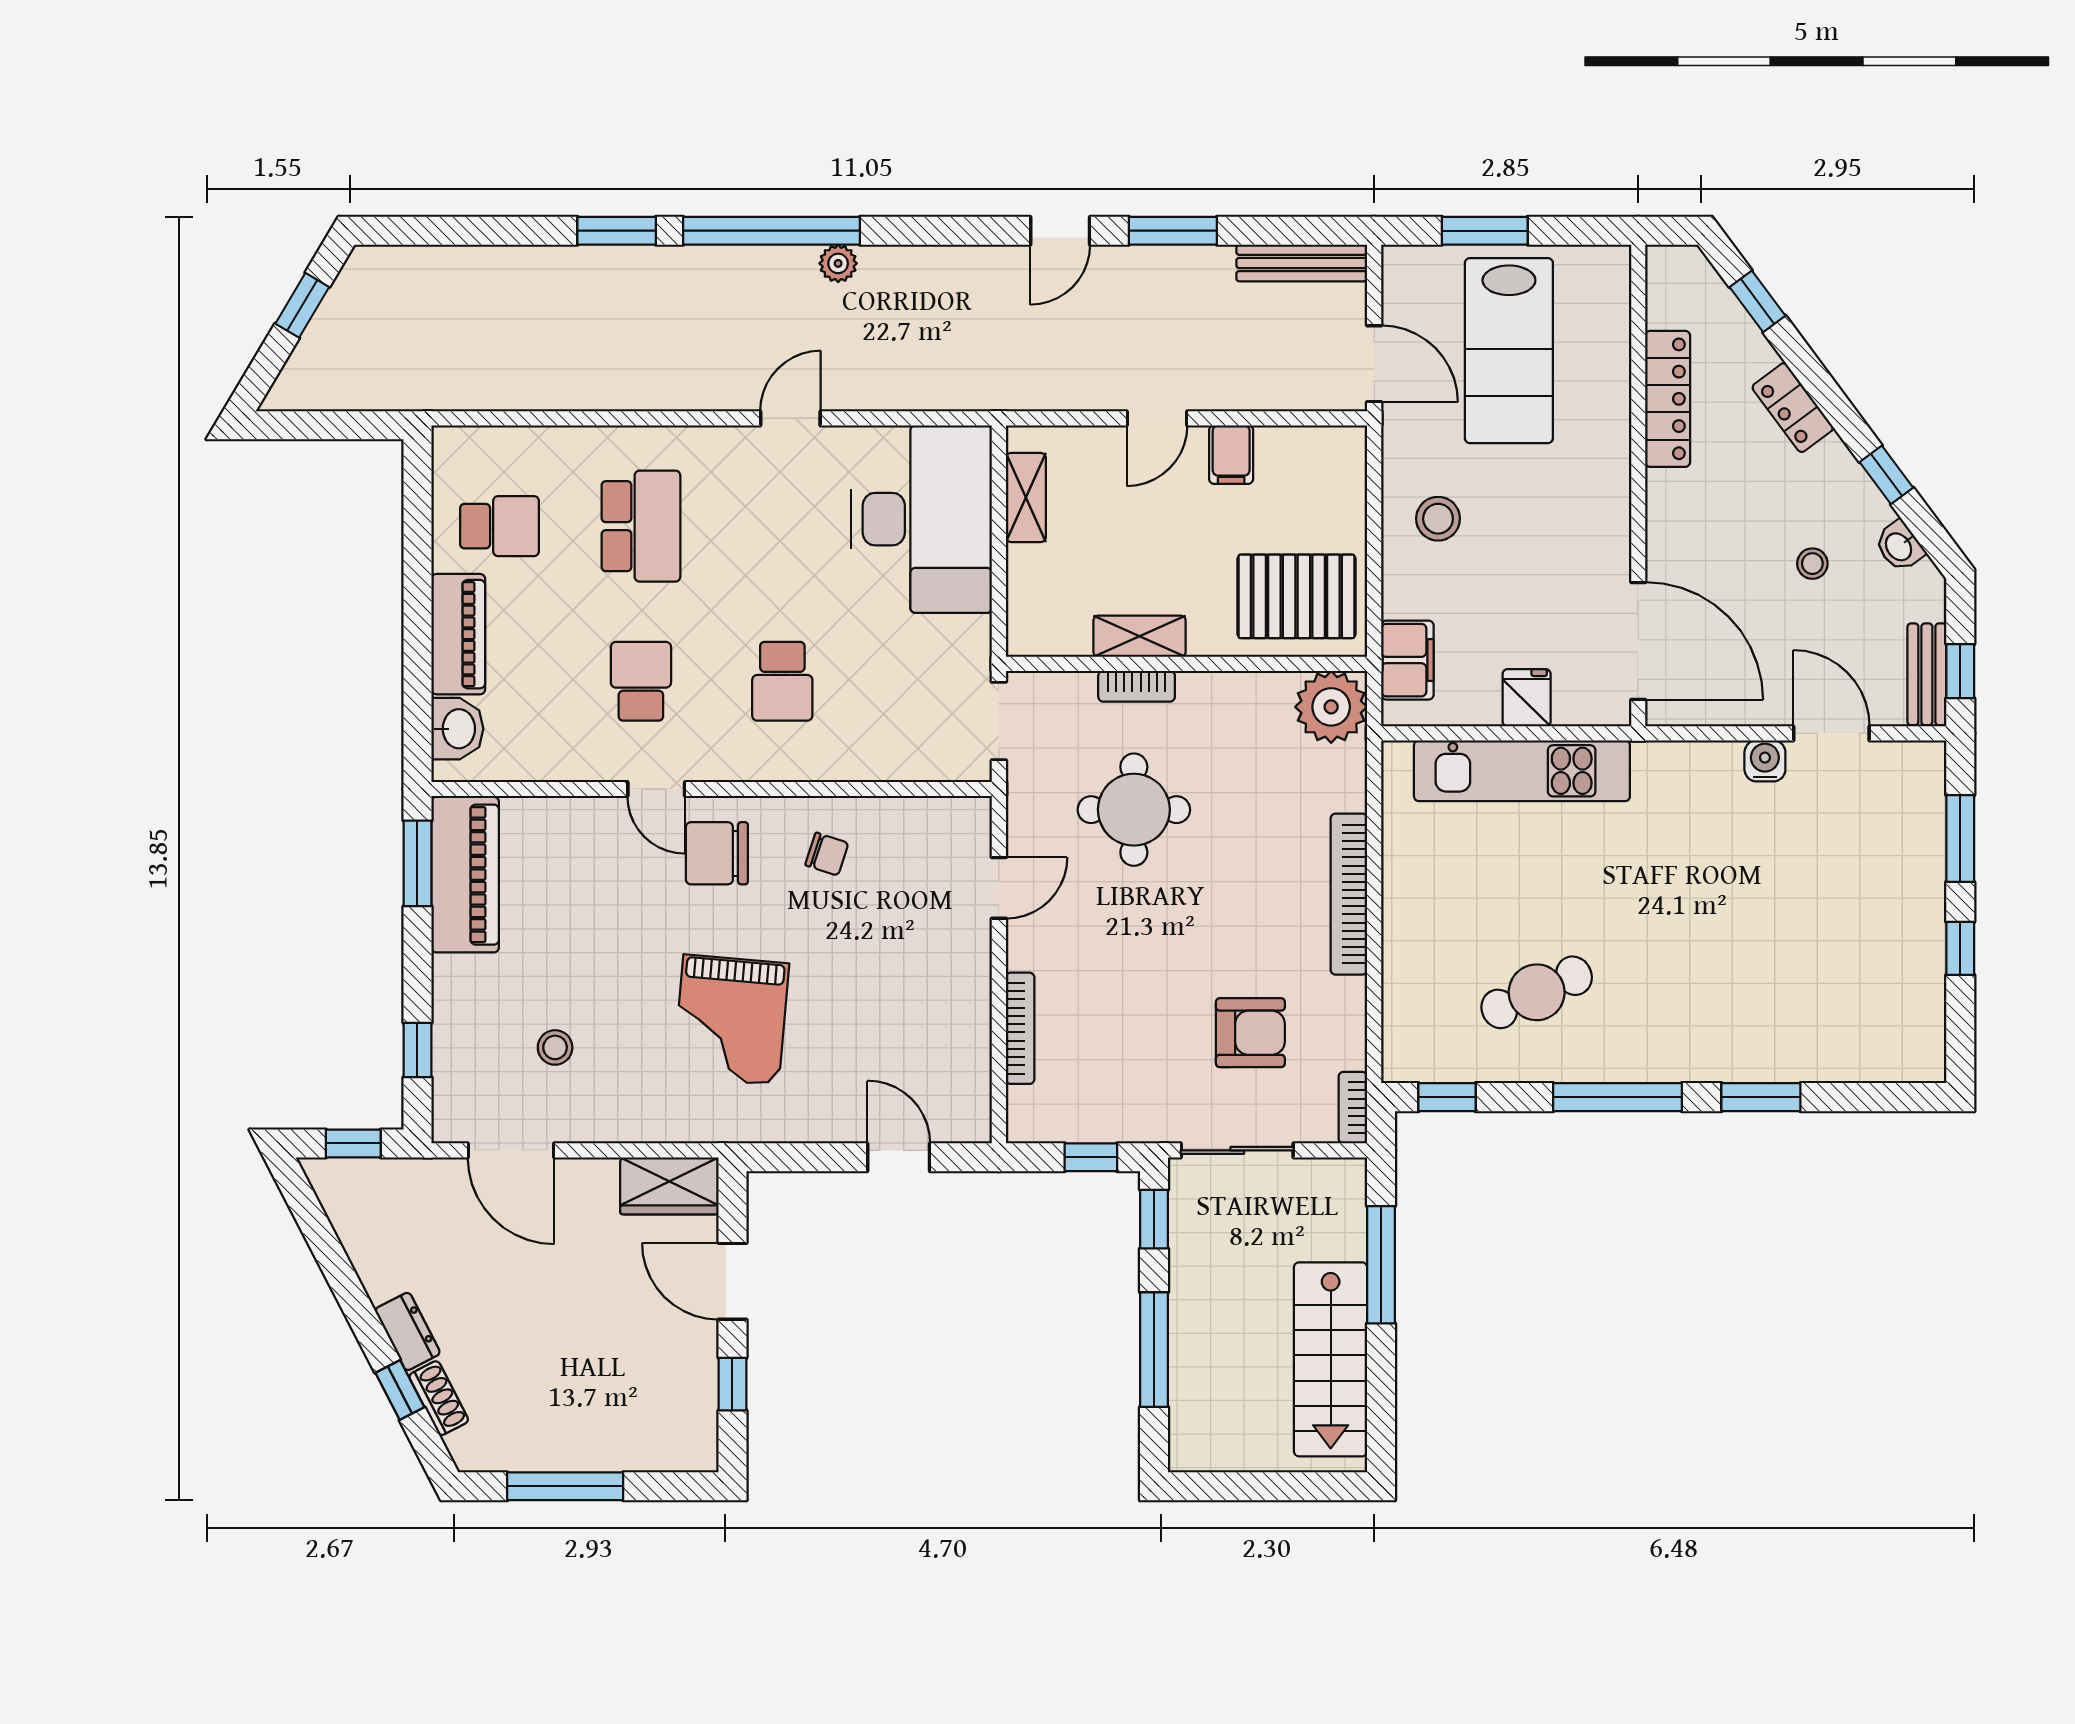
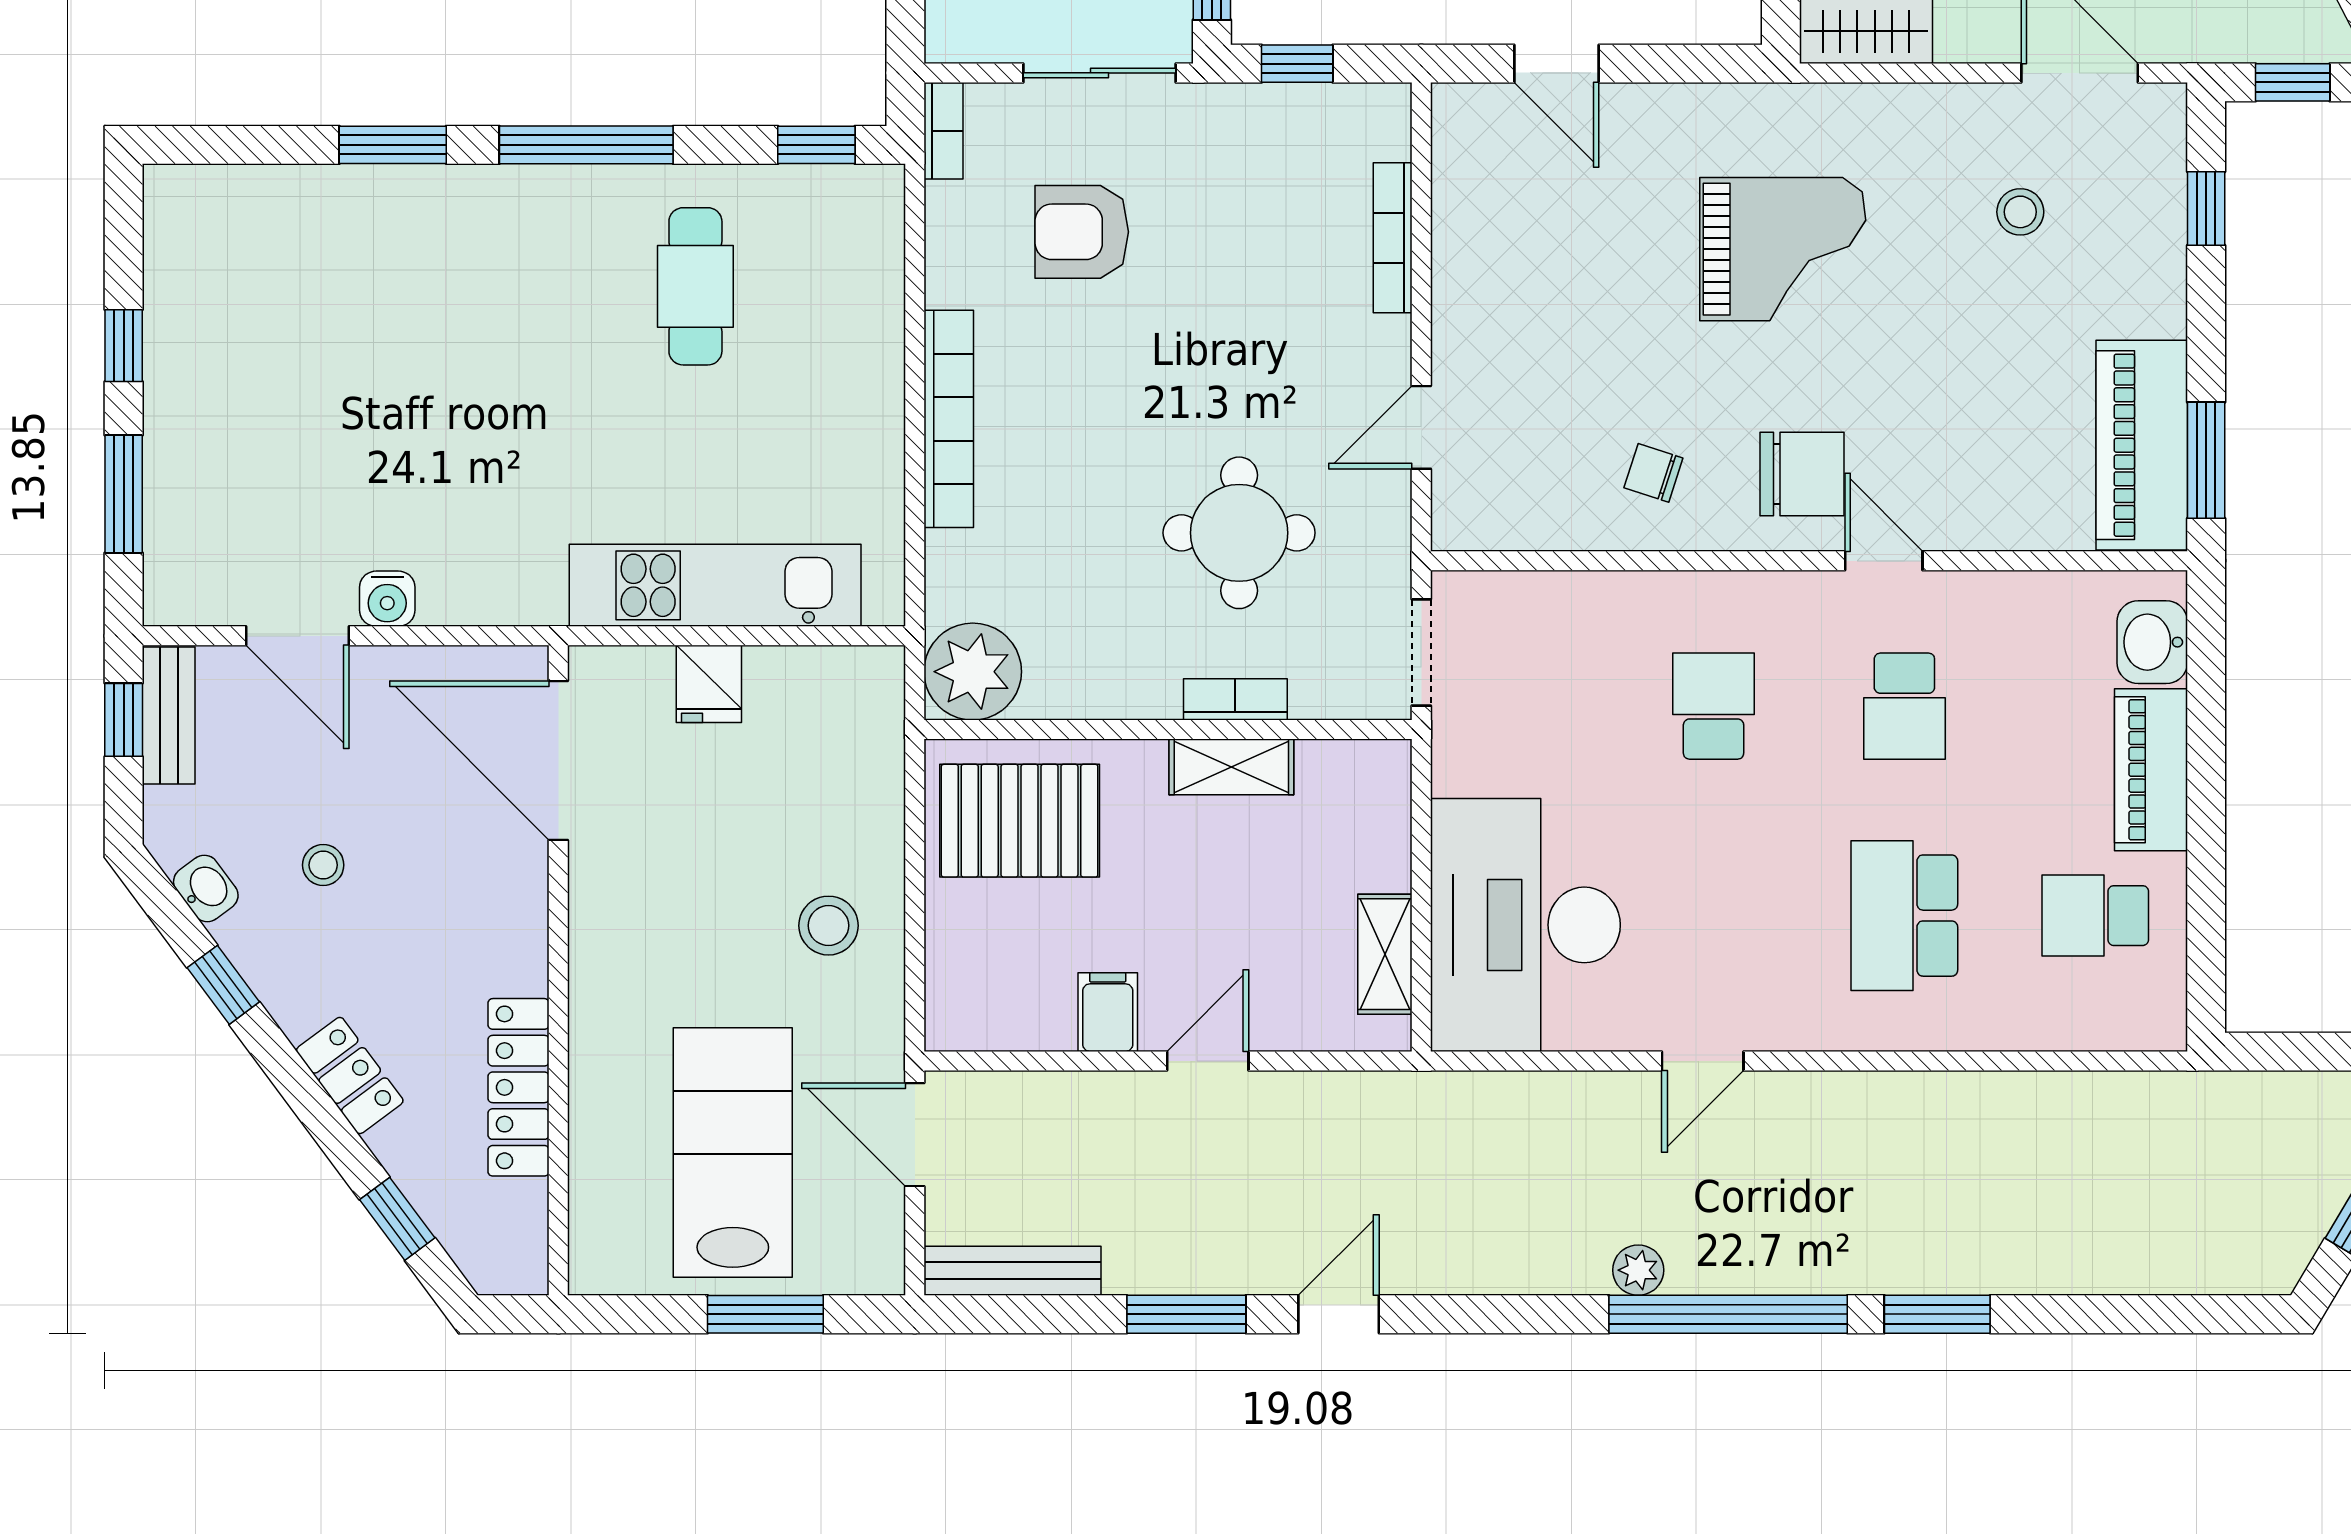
filing cabinet: (1407, 660) -> (870, 735), removed
cafe table: (1537, 992) -> (695, 286), turned -66
grand piano: (731, 1020) -> (1783, 249), turned 85

